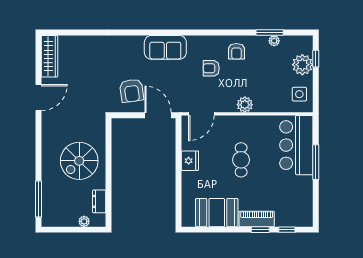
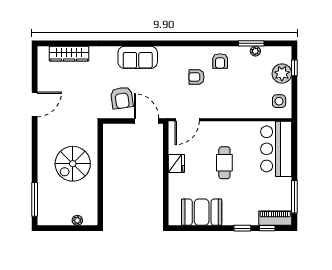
sofa: (165, 47) -> (138, 57), moved
wardrobe: (50, 56) -> (69, 54), moved, turned 90
plant: (245, 105) -> (228, 111), removed
window: (316, 162) -> (294, 197), moved
dresser: (99, 201) -> (91, 202), removed
piano: (257, 219) -> (275, 218), moved

